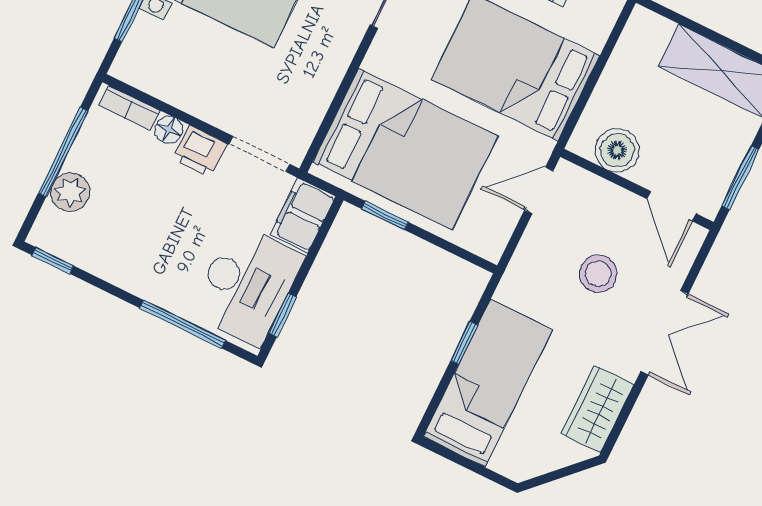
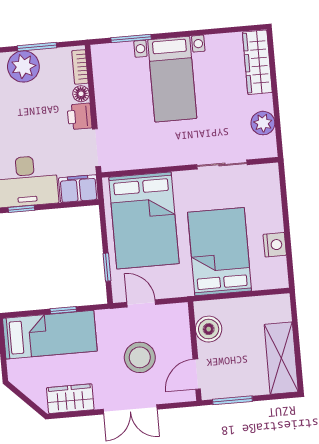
window: (63, 152) -> (37, 47), width x0.69
door: (539, 190) -> (141, 303), moved
plant: (70, 192) -> (23, 66), width x1.36, depth x1.36
window: (385, 216) -> (107, 267), moved
stool: (598, 274) -> (140, 357), width x1.38, depth x1.38

